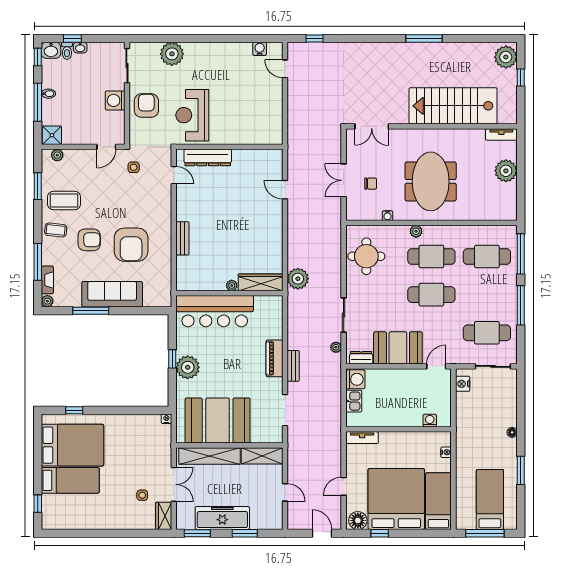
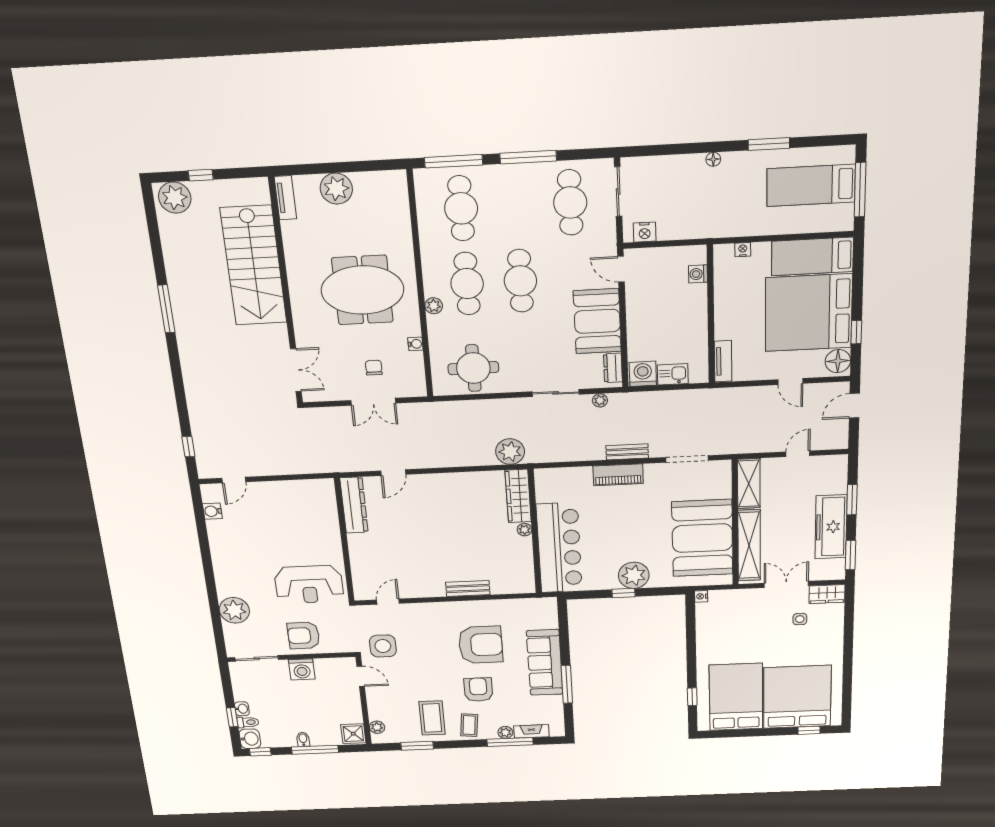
dresser: (208, 157) -> (354, 505), moved
side table: (134, 167) -> (383, 646), width x1.87, depth x1.87
plant: (47, 301) -> (505, 732), moved
bed: (70, 480) -> (797, 697), width x2.04

